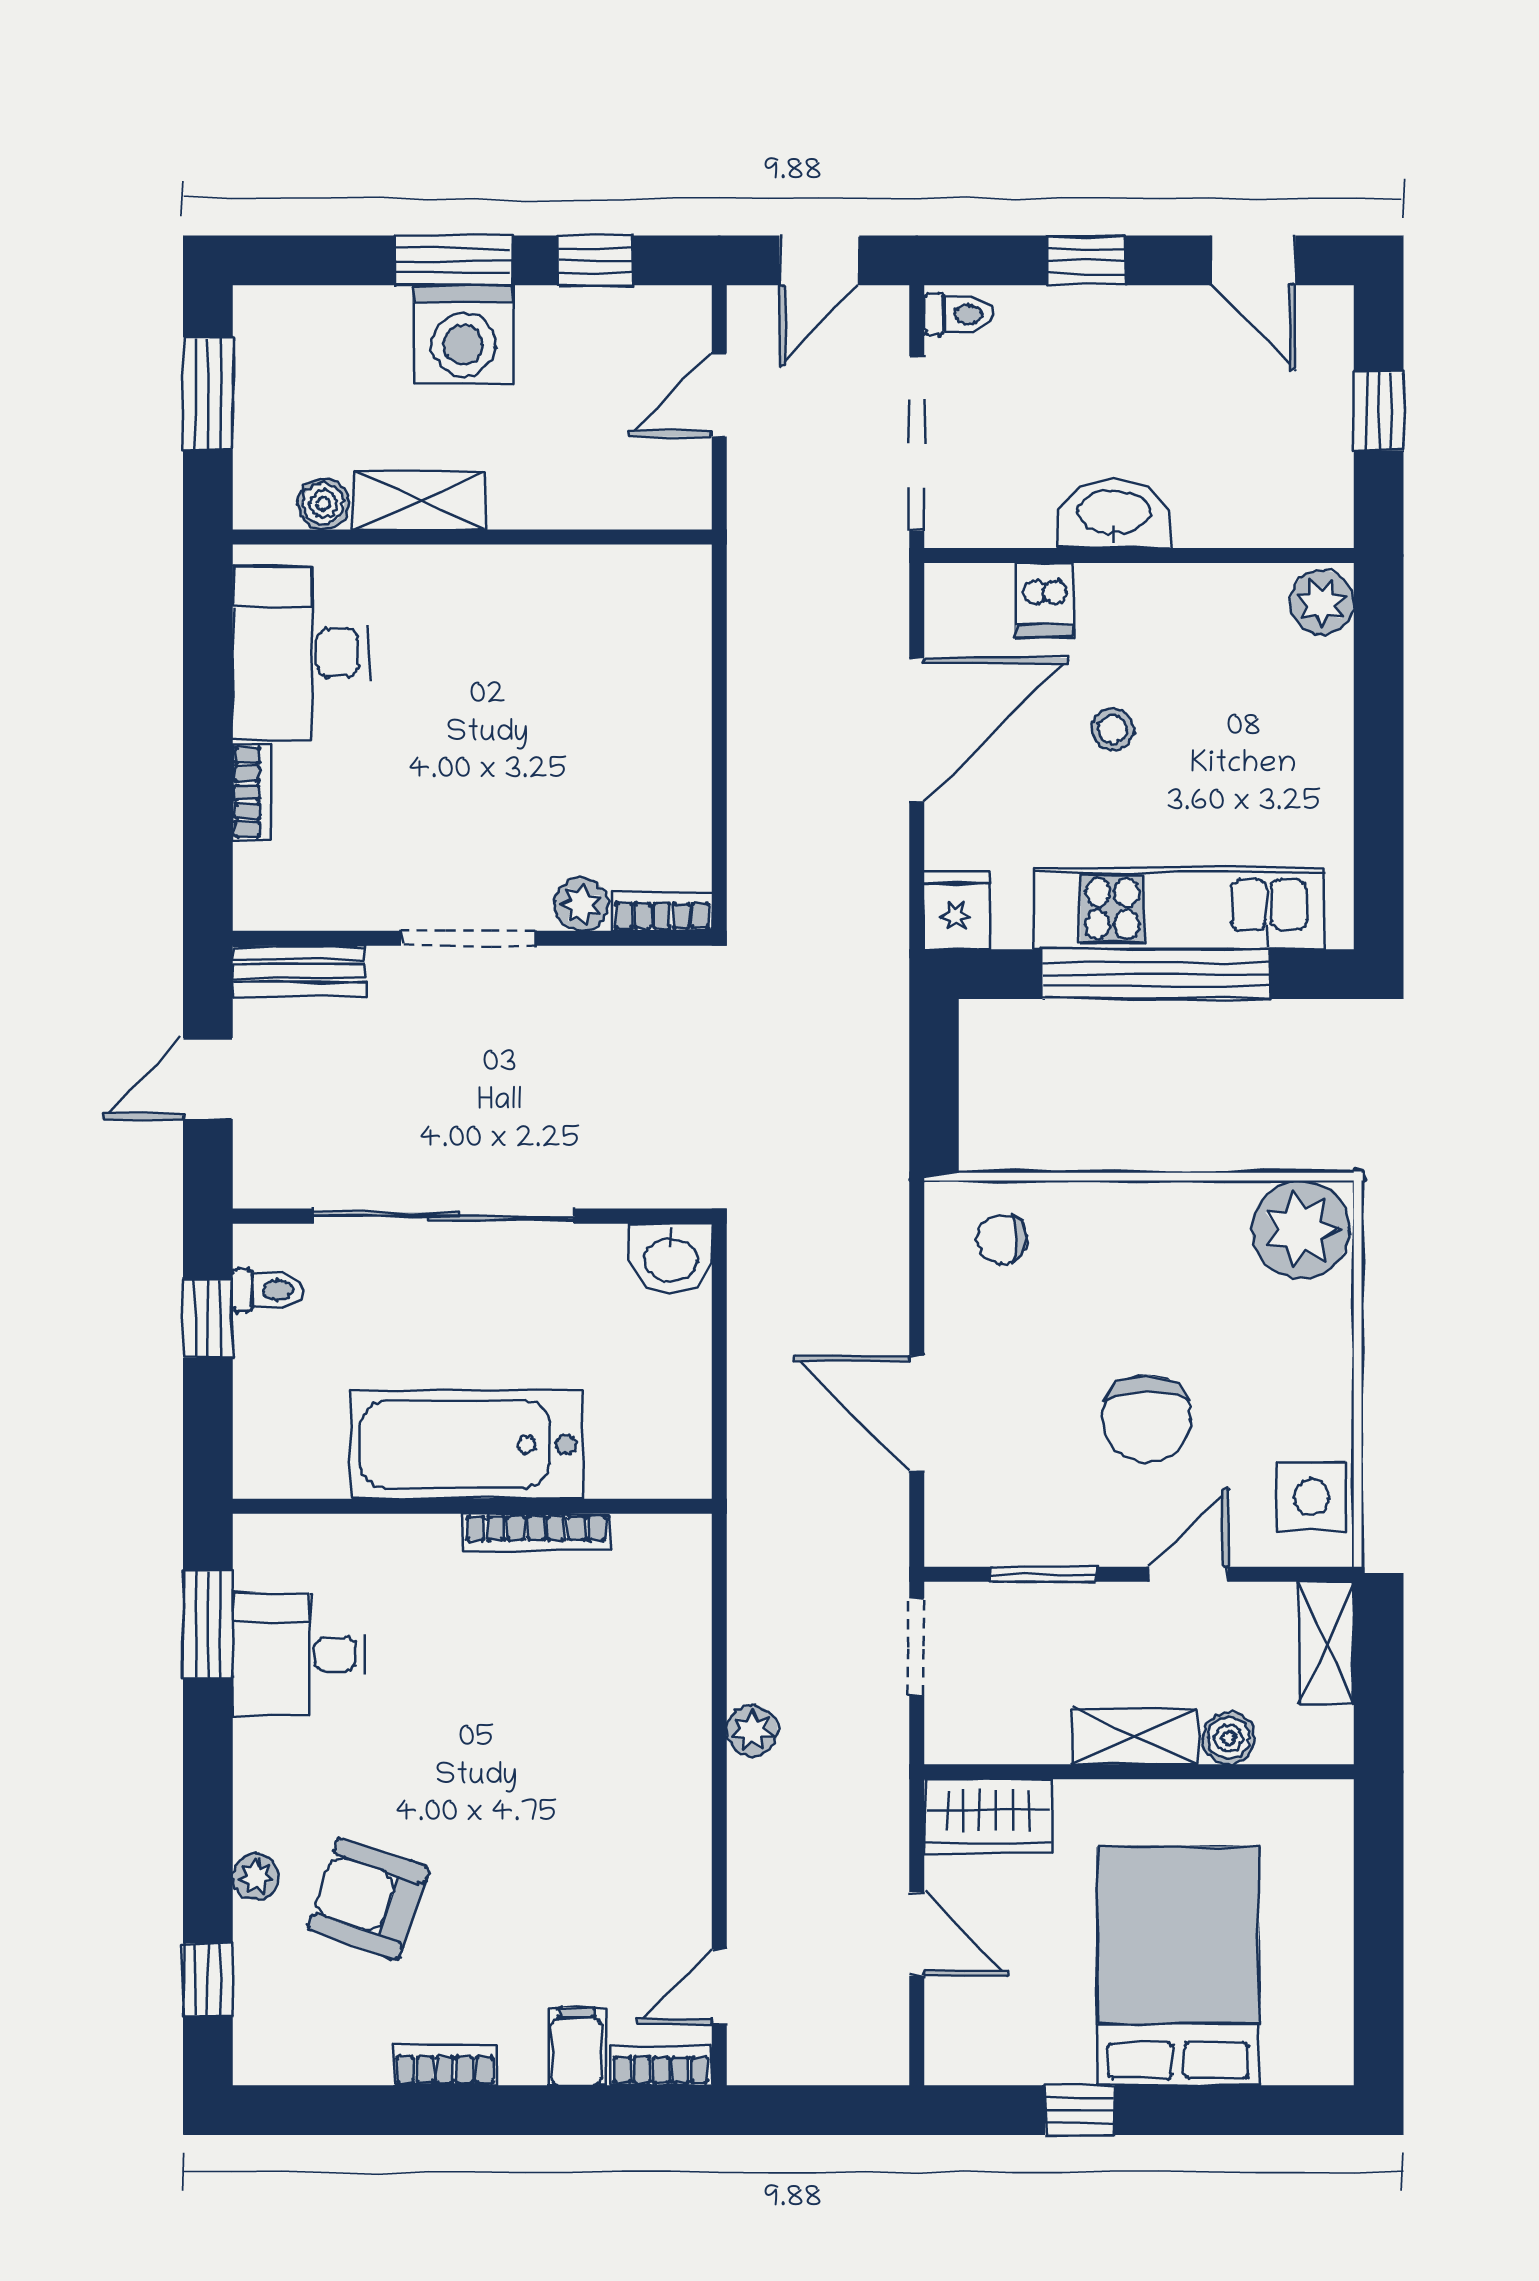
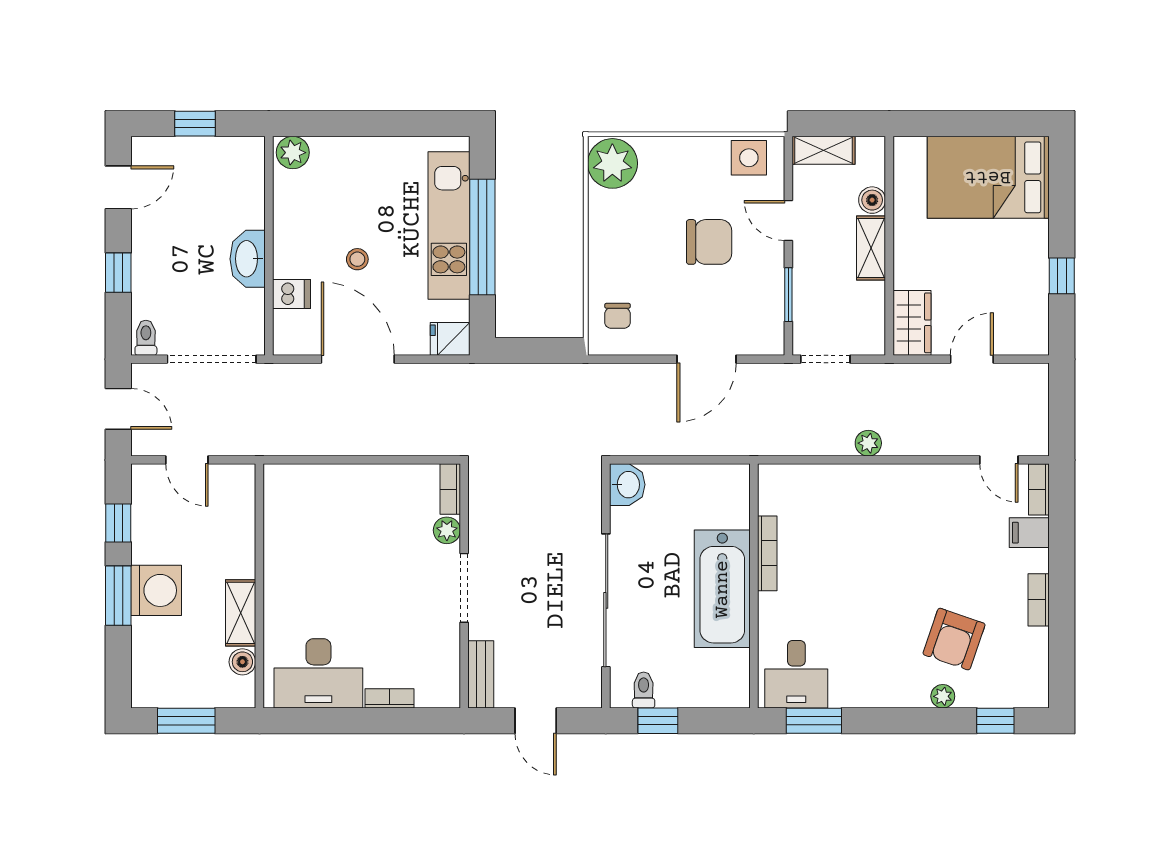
desk: (299, 1654) -> (796, 674), moved
bed: (1178, 1966) -> (988, 177), moved

